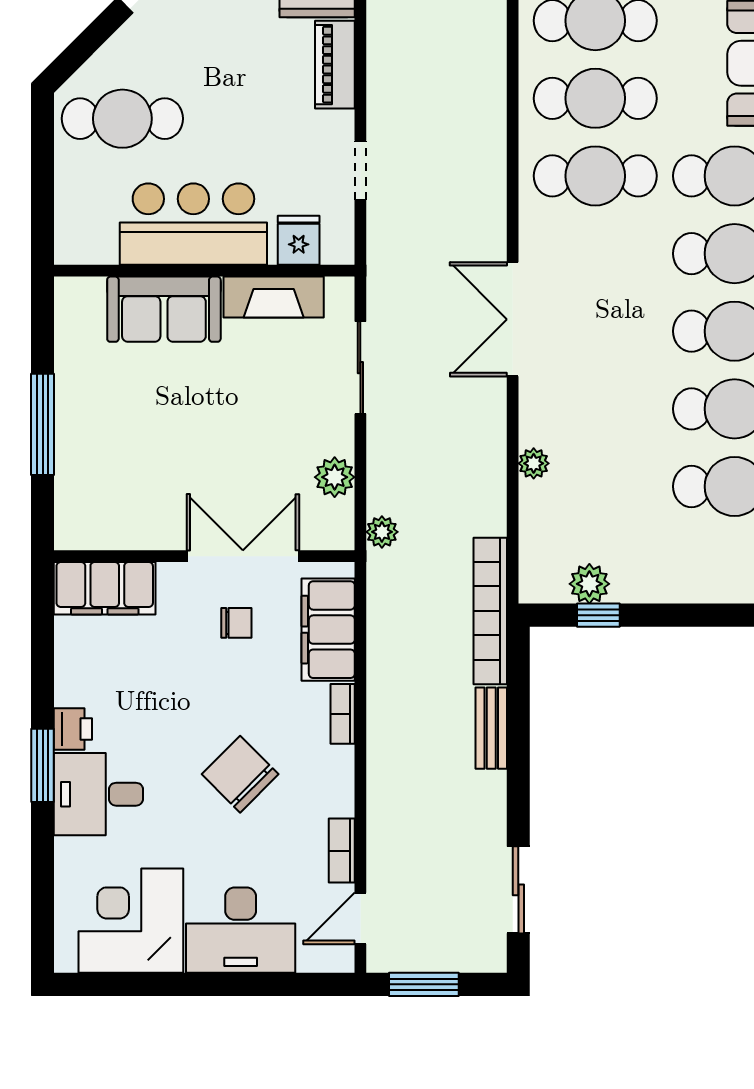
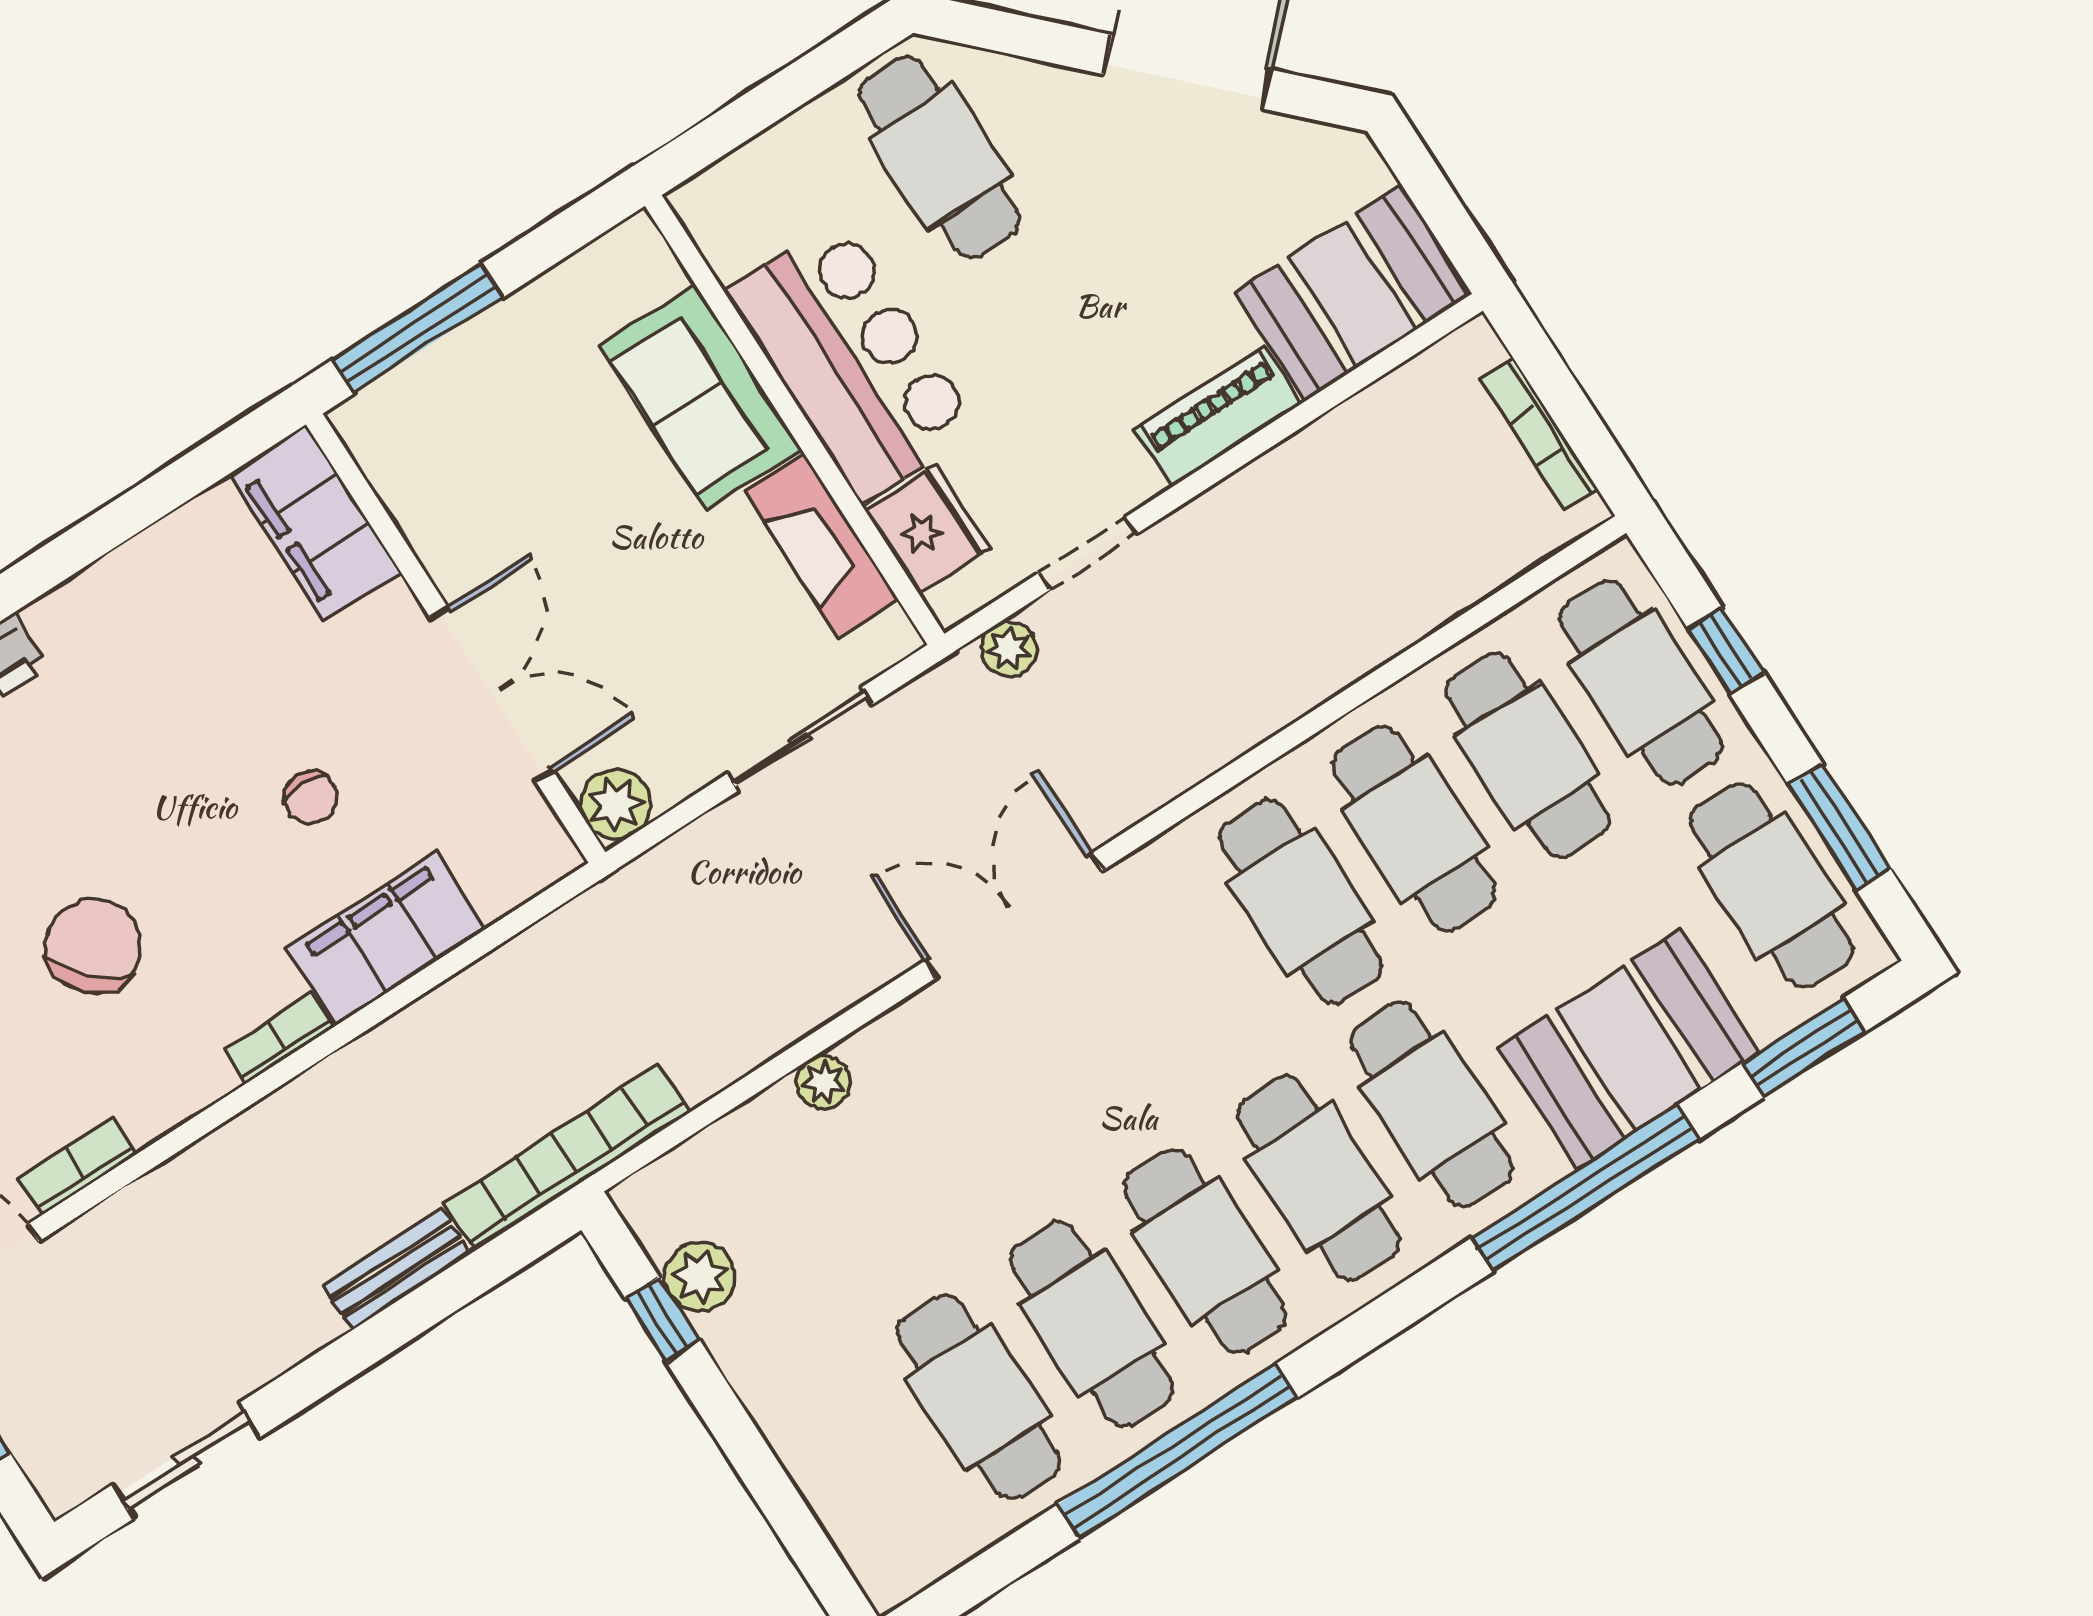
fridge: (299, 240) -> (928, 529), width x1.38
plant: (382, 532) -> (1009, 649), moved
wall: (204, 556) -> (456, 638), moved
double door: (243, 556) -> (492, 695), moved
filing cabinet: (105, 588) -> (315, 523), moved

